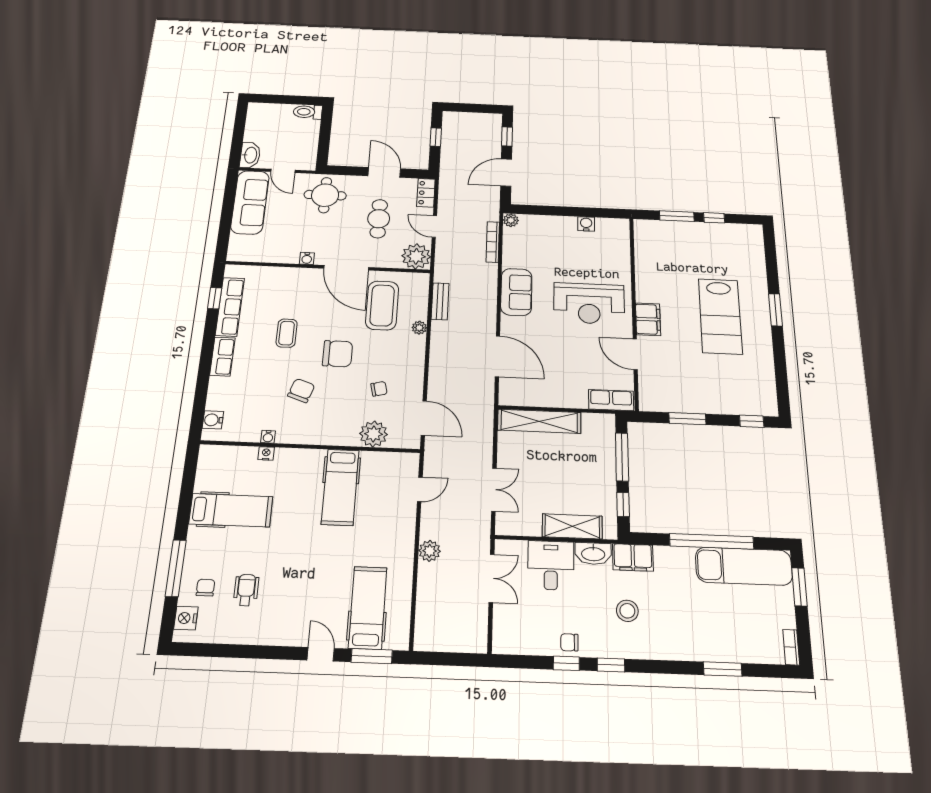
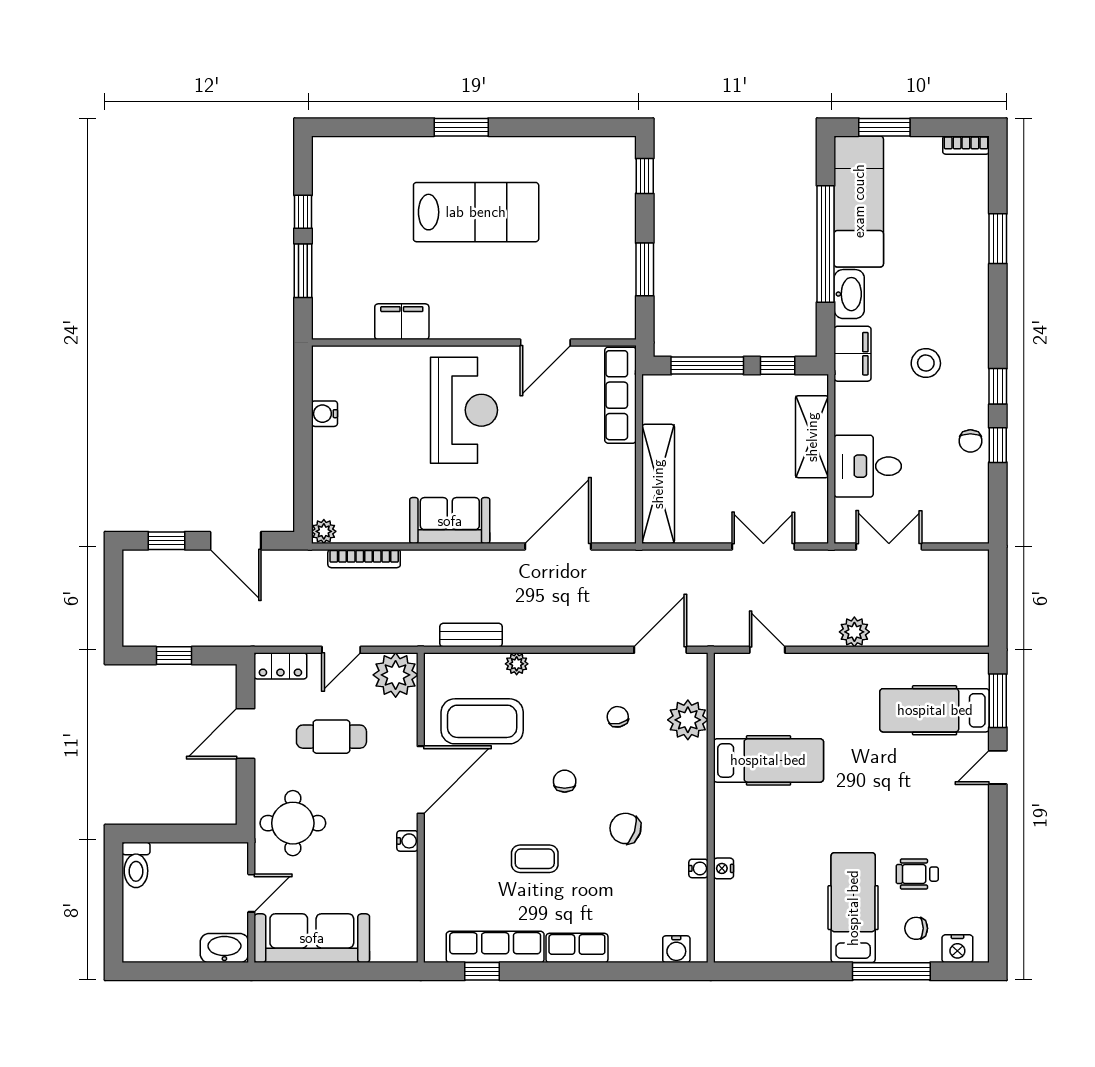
filing cabinet: (648, 319) -> (402, 322), moved
chair: (338, 354) -> (565, 781), width x0.54, depth x0.54
row of seats: (611, 400) -> (620, 395), width x1.48
hospital bed: (231, 510) -> (853, 908), moved
washbasin: (593, 554) -> (849, 294), moved

